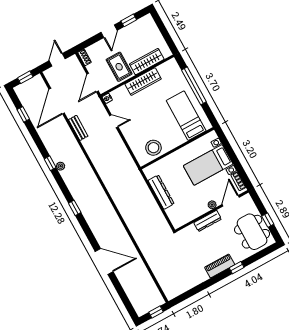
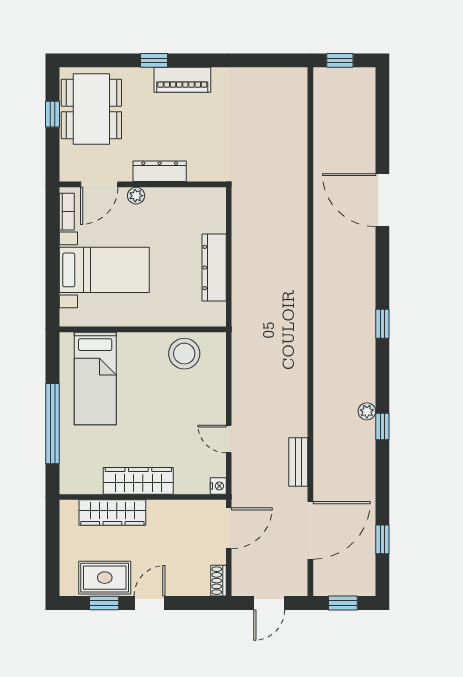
rug: (119, 67) -> (105, 578), moved, turned 90

